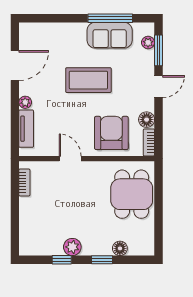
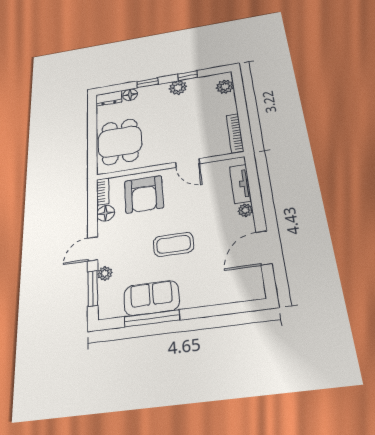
plant: (148, 42) -> (105, 273), moved
coffee table: (88, 80) -> (174, 244), width x0.73, depth x0.76
bookcase: (24, 182) -> (235, 133), width x1.56
plant: (27, 238) -> (225, 87), added
dresser: (141, 248) -> (109, 98), added

